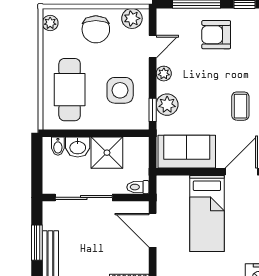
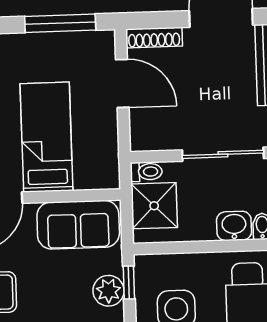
shower: (107, 153) -> (154, 206), moved
door: (153, 230) -> (122, 83), moved

